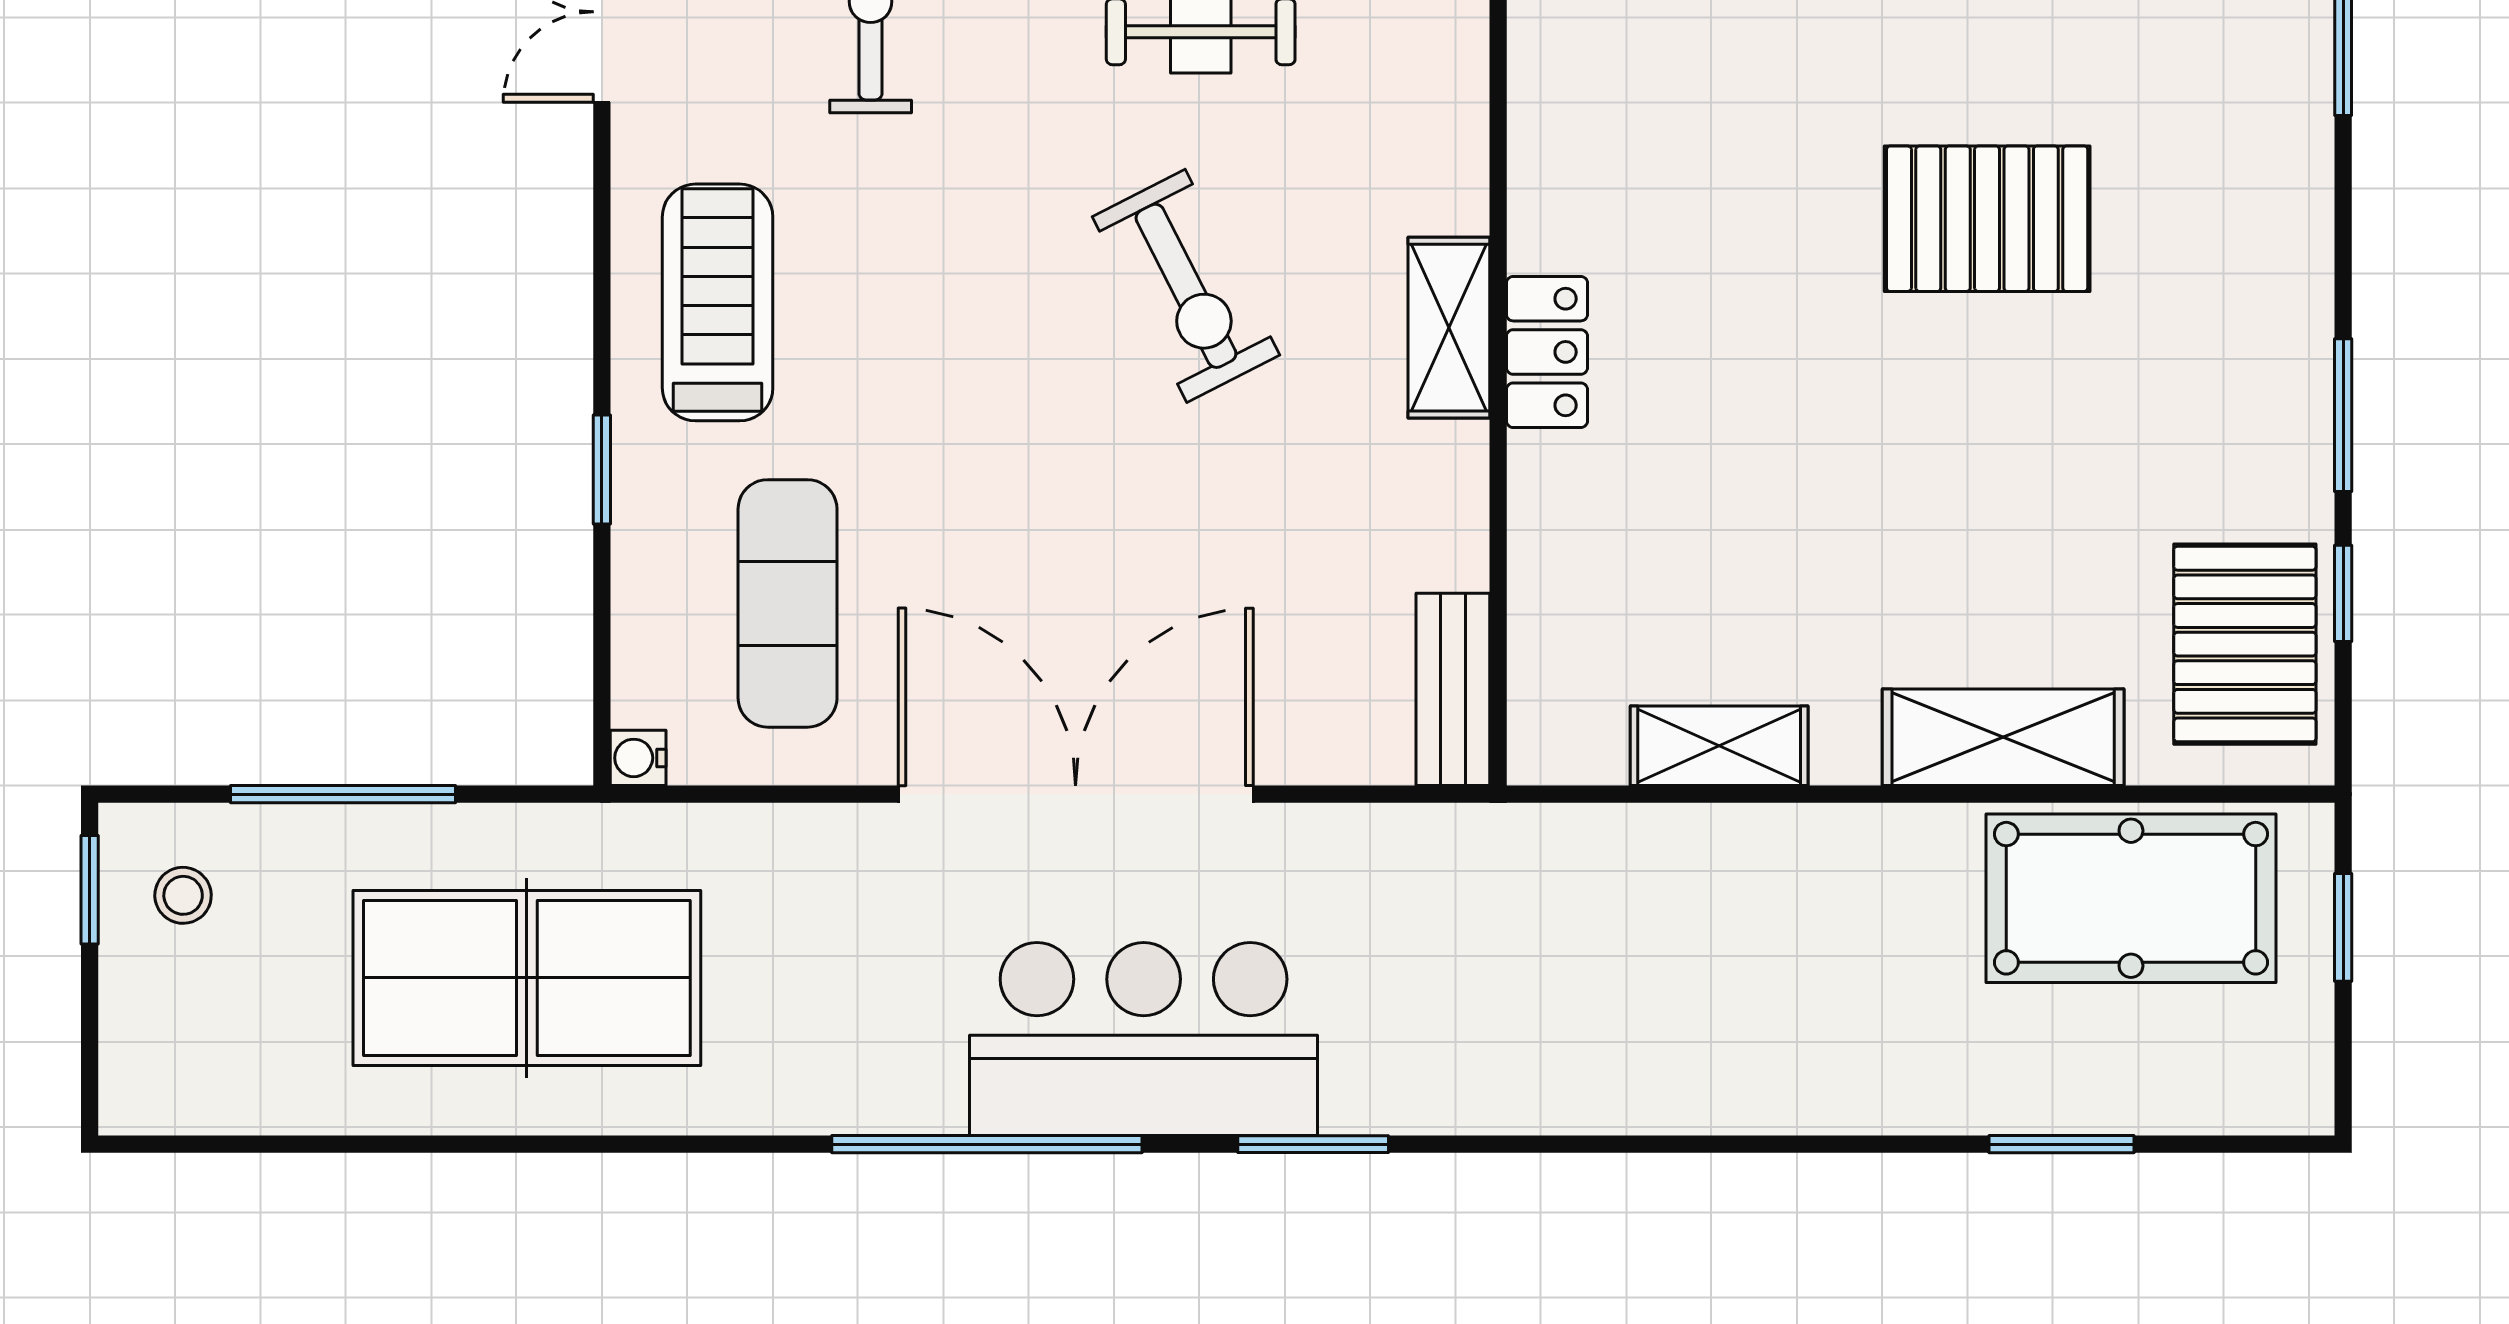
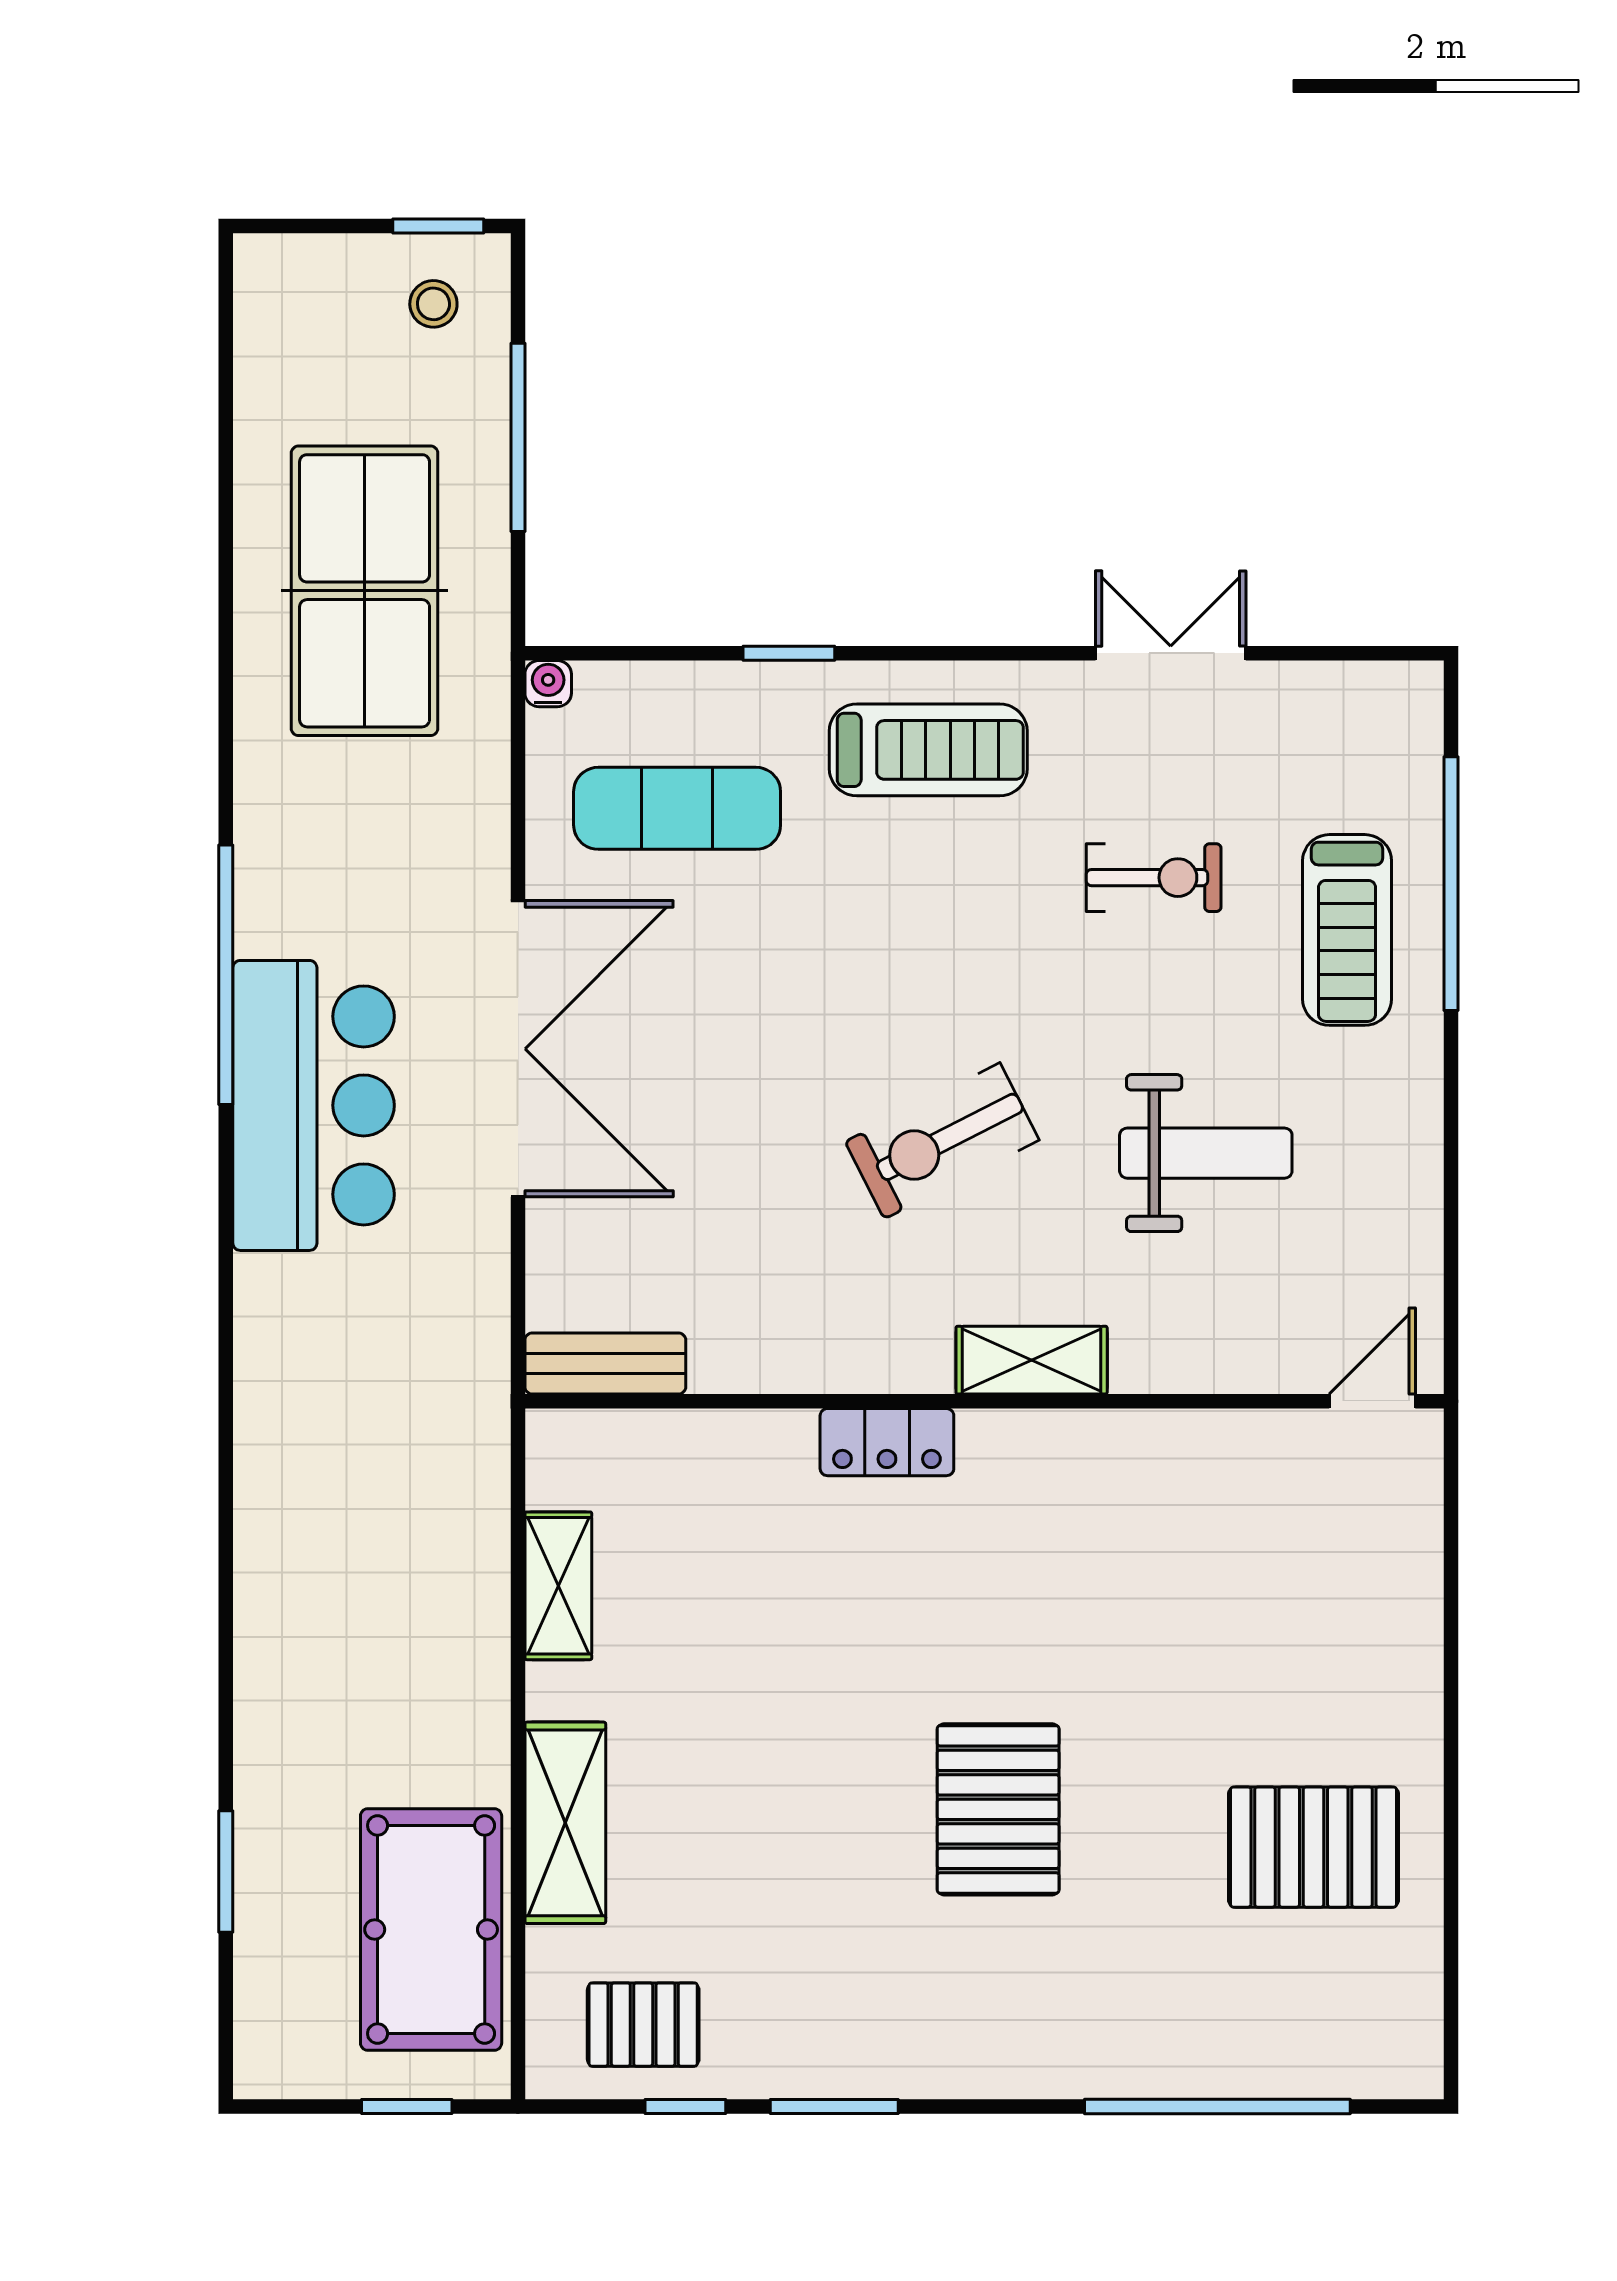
shelving: (1449, 328) -> (1032, 1360), moved
pallet: (2245, 644) -> (643, 2025), width x0.67, depth x0.71
window: (1313, 1144) -> (226, 1247), removed

